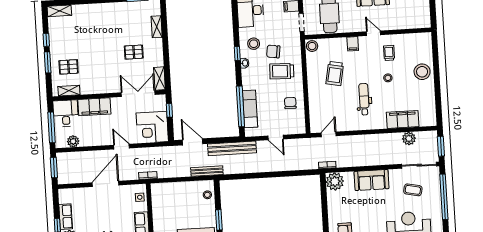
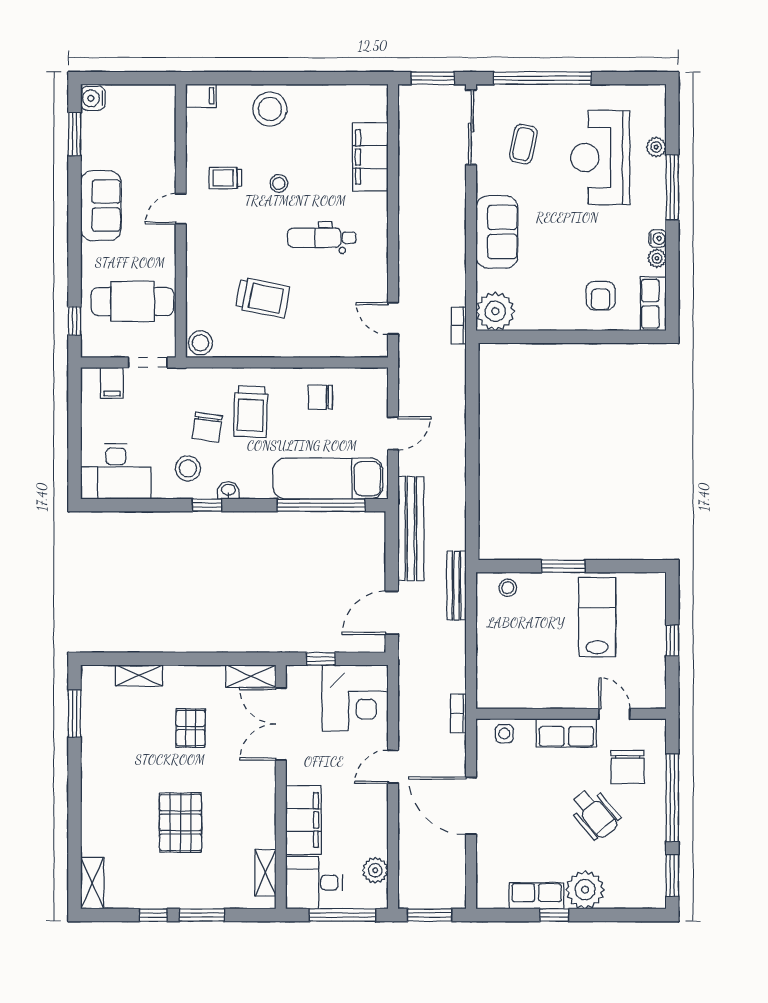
filing cabinet: (353, 44) -> (201, 96), moved
pallet: (69, 67) -> (180, 822), moved, width x1.50, depth x1.42
exam couch: (250, 109) -> (328, 479), width x1.36, depth x1.45
plant: (409, 139) -> (412, 146), removed

